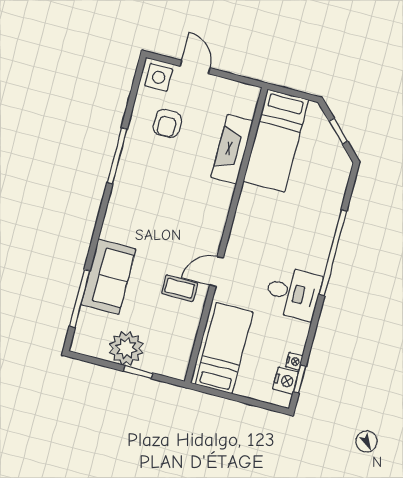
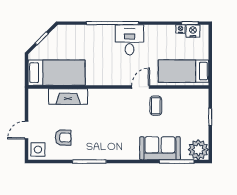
door: (217, 271) -> (141, 87), swing flipped
desk: (293, 293) -> (129, 40), moved
plant: (126, 348) -> (198, 150), moved

